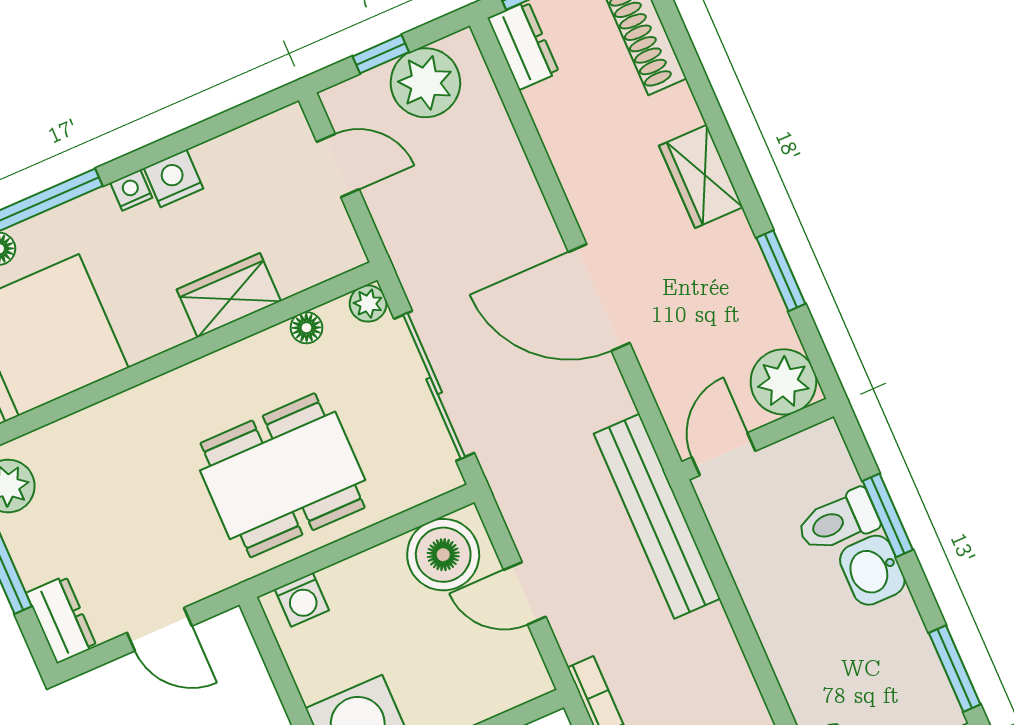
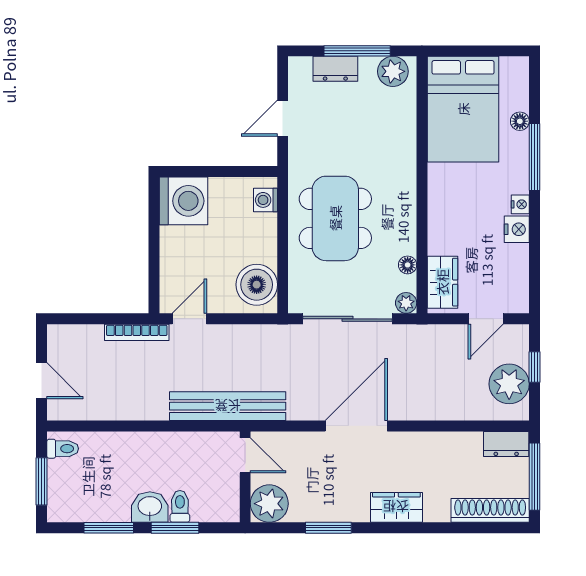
wardrobe: (229, 295) -> (442, 282), moved
toilet: (838, 521) -> (180, 506), width x0.73, depth x0.72
door: (525, 593) -> (189, 319), moved
dresser: (61, 620) -> (335, 69), moved
window: (955, 669) -> (109, 528), moved

